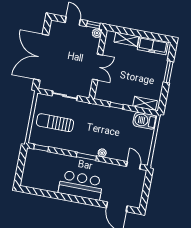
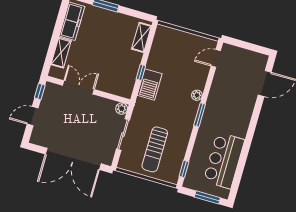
plant: (97, 33) -> (122, 109), moved
double door: (98, 67) -> (78, 87), moved
barbecue: (145, 121) -> (150, 85), moved
window: (20, 169) -> (207, 197), added
bar counter: (81, 185) -> (224, 161), moved

